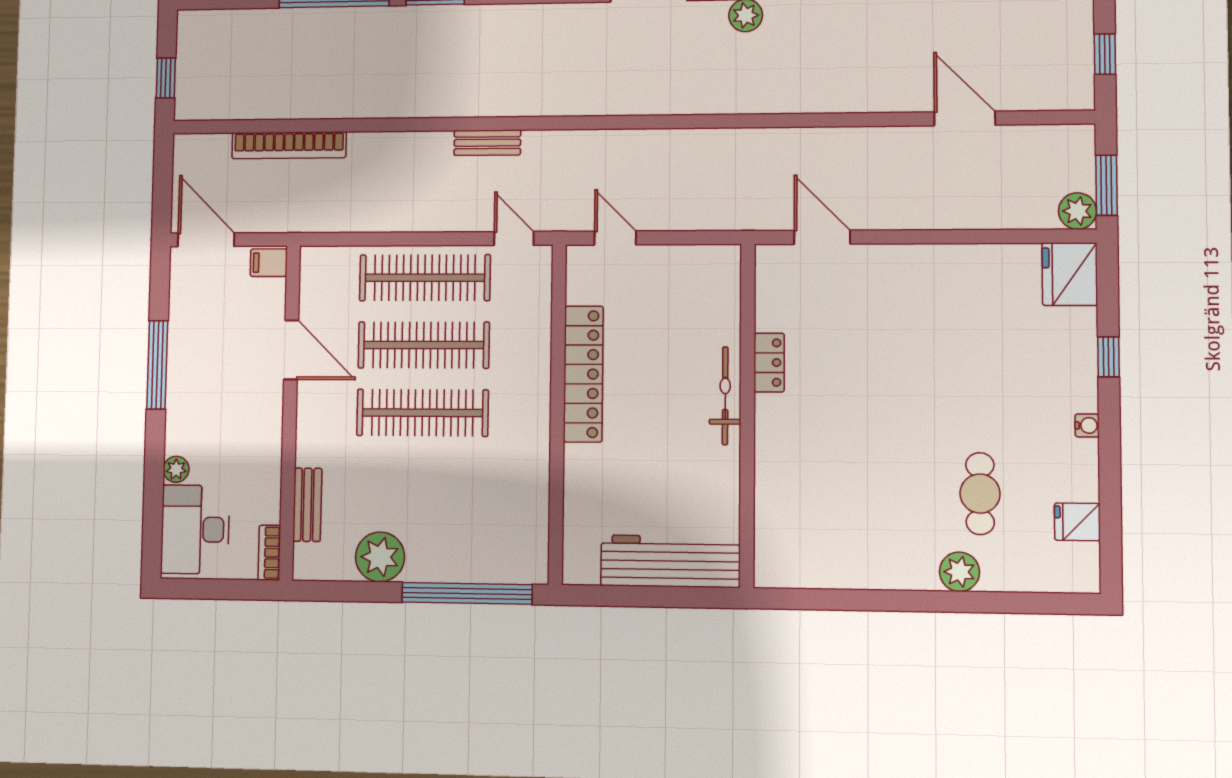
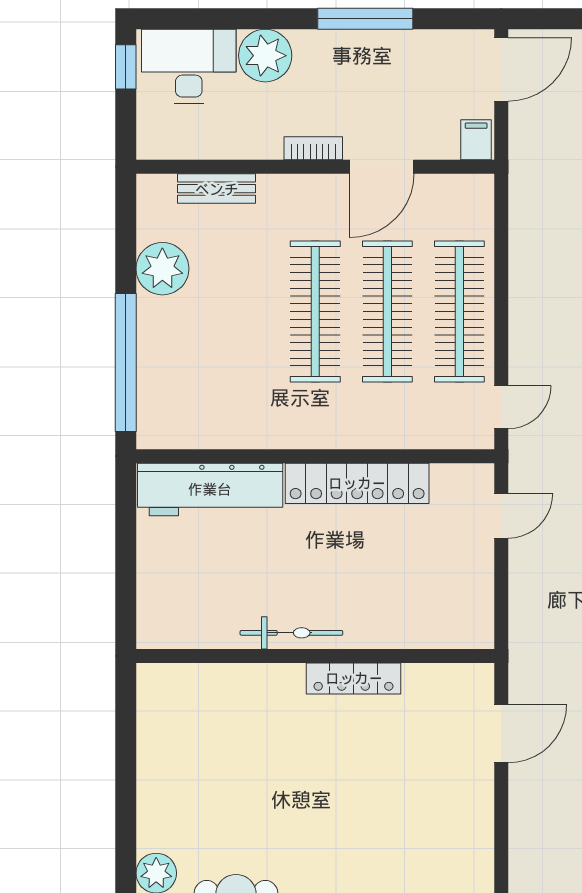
locker: (769, 363) -> (354, 678), width x1.53
bicycle: (725, 396) -> (291, 633), moved
plant: (176, 469) -> (265, 56), width x1.88, depth x1.88
bookcase: (269, 553) -> (313, 148), moved
workbench: (670, 561) -> (210, 489), moved, turned 90
window: (194, 589) -> (126, 67), added

